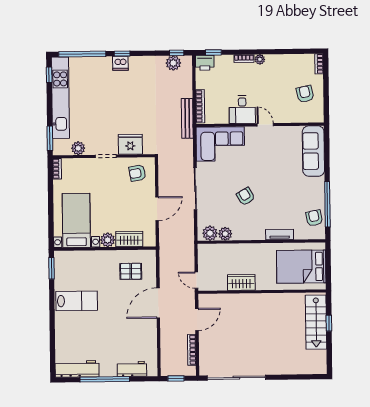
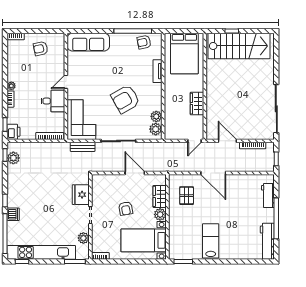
dishwasher: (120, 63) -> (13, 214), moved
bench: (187, 118) -> (83, 147), moved, width x0.73
armchair: (137, 173) -> (126, 209), moved
armchair: (246, 196) -> (125, 99), width x1.88, depth x1.88
stairs: (316, 322) -> (239, 46), width x1.36, depth x1.51

